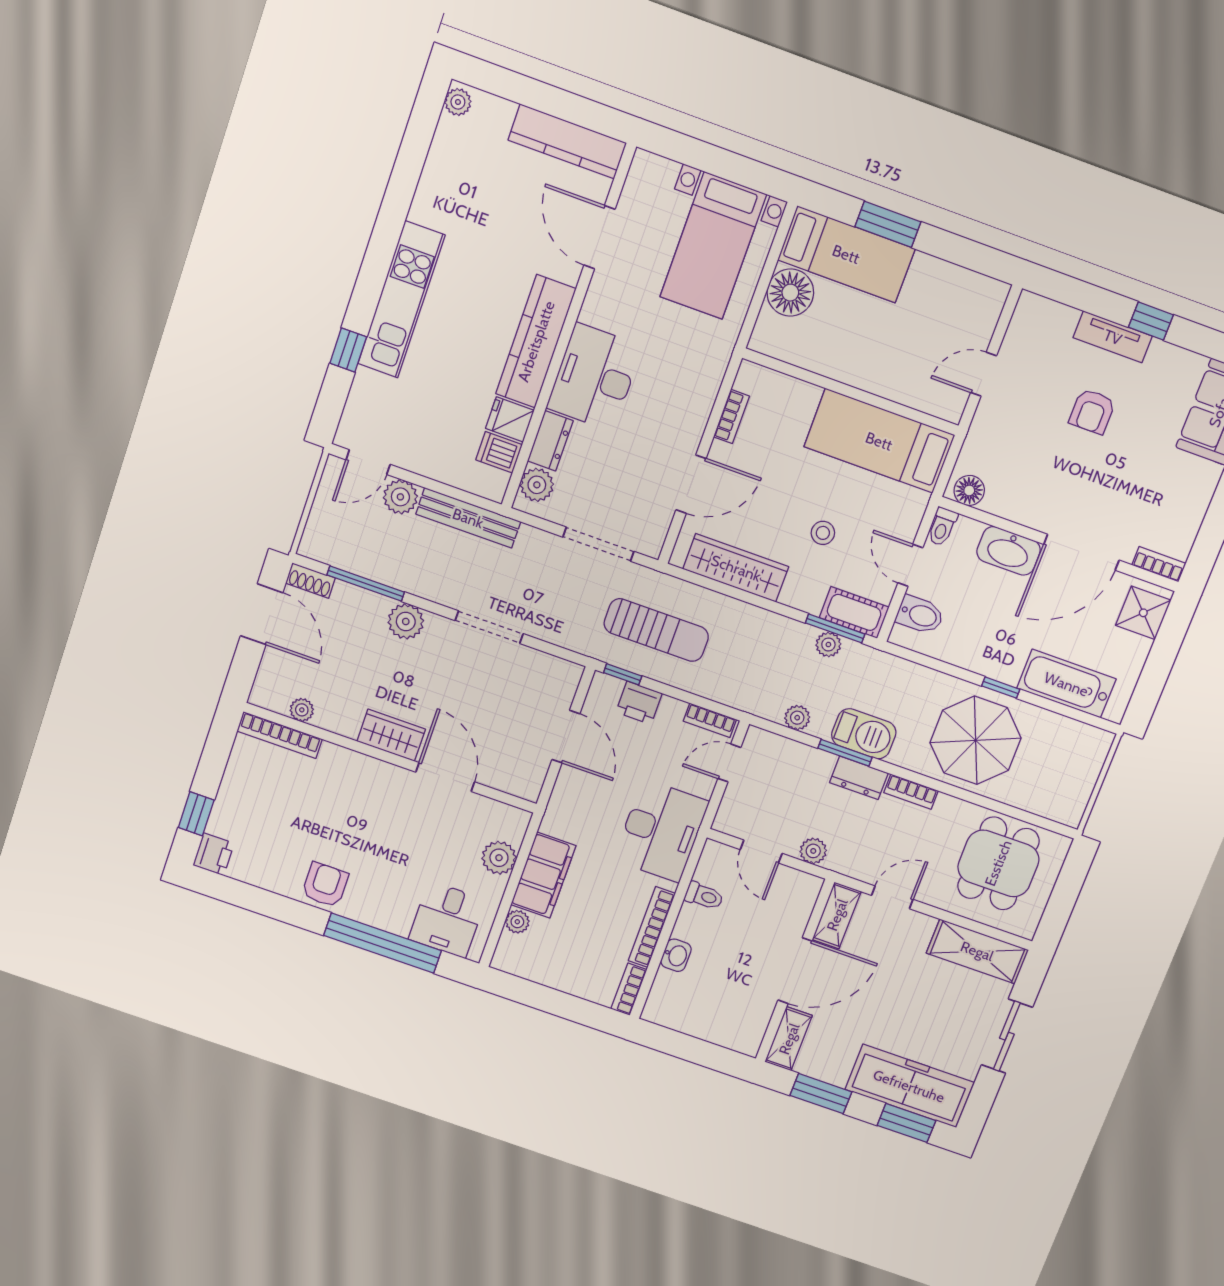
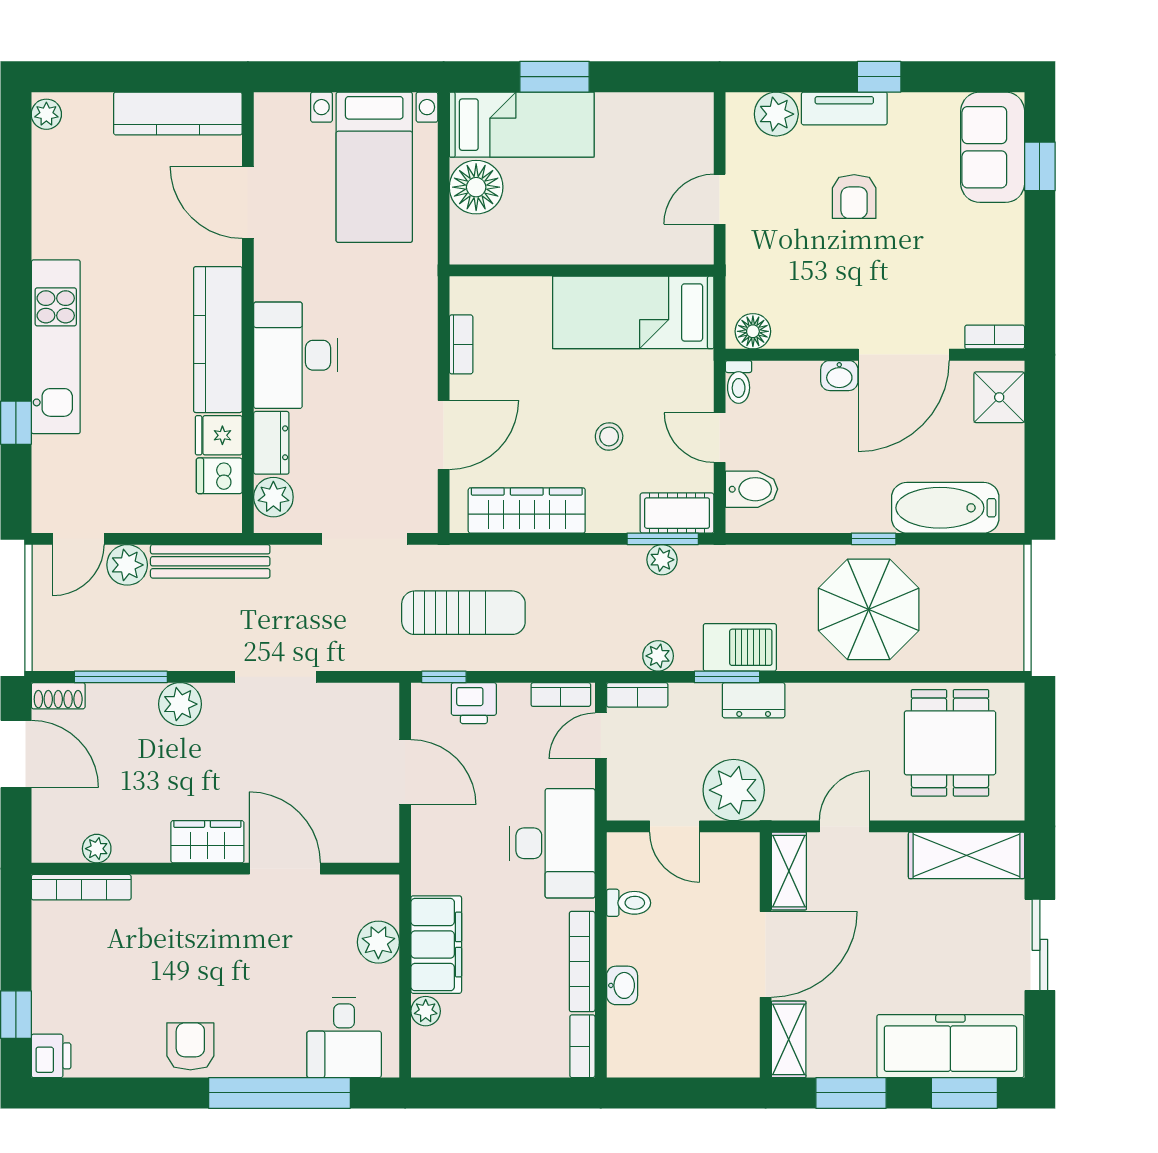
plant: (1056, 321) -> (776, 114), added
washbasin: (1009, 551) -> (839, 376), width x0.52, depth x0.69
bookcase: (911, 792) -> (637, 695), moved
plant: (813, 851) -> (734, 790), width x1.88, depth x1.88

